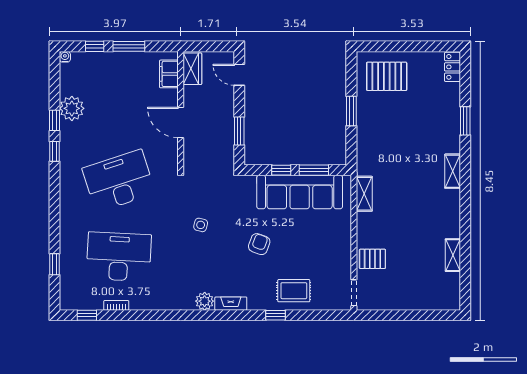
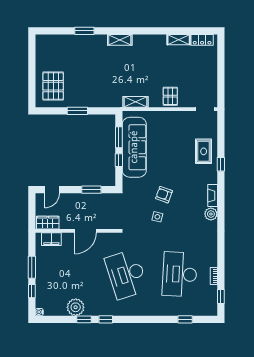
locker: (452, 67) -> (202, 40), moved
armchair: (259, 244) -> (164, 195), moved
pallet: (372, 259) -> (170, 96), moved

